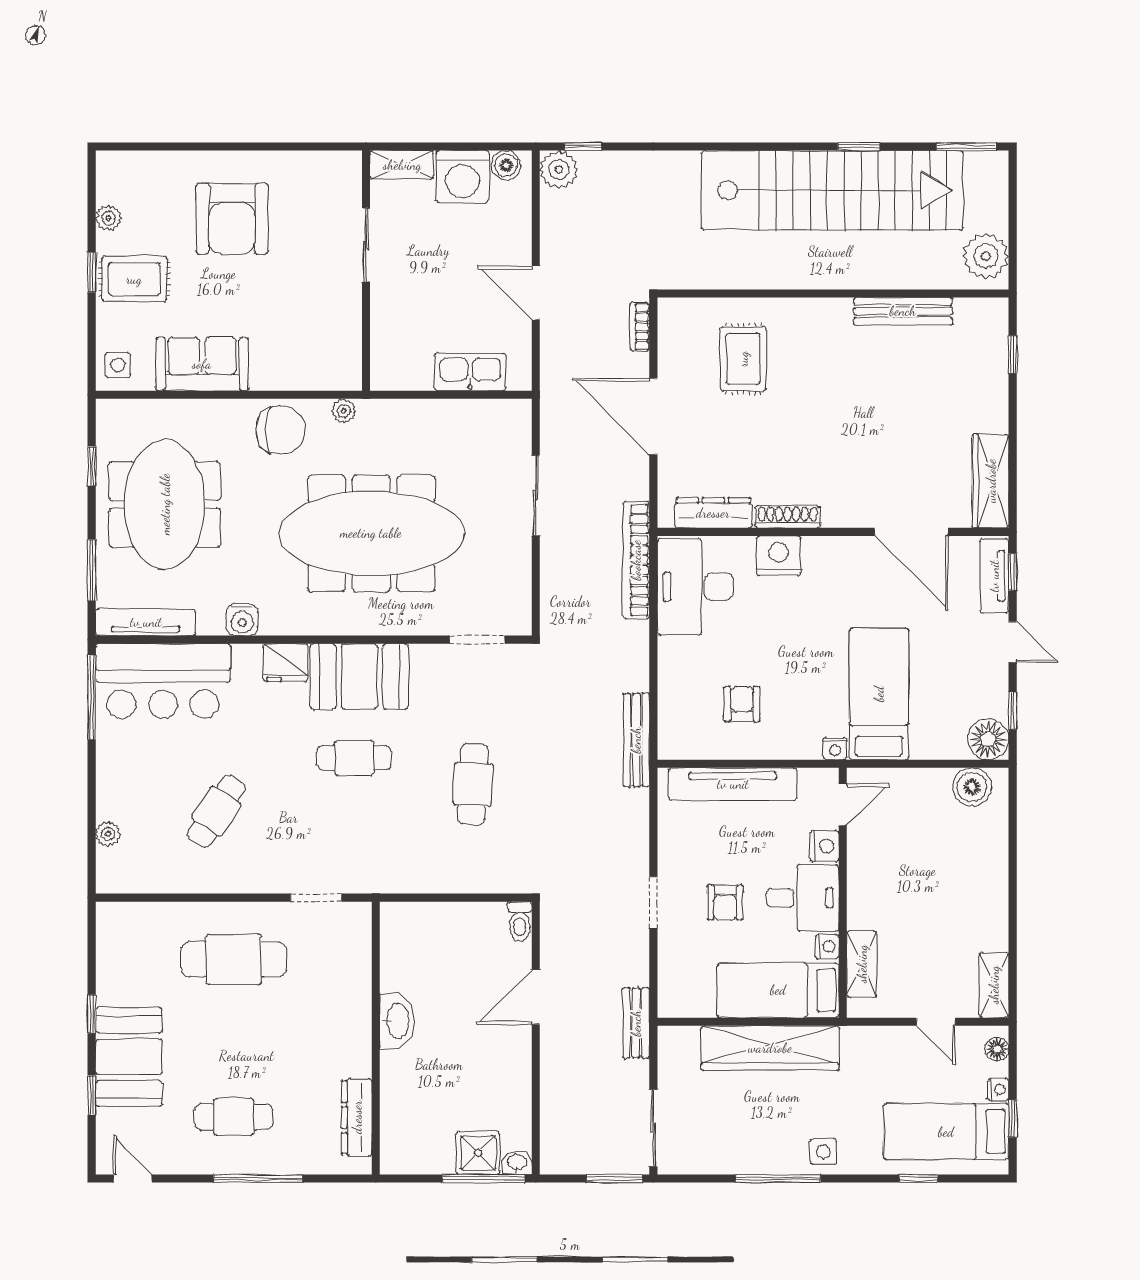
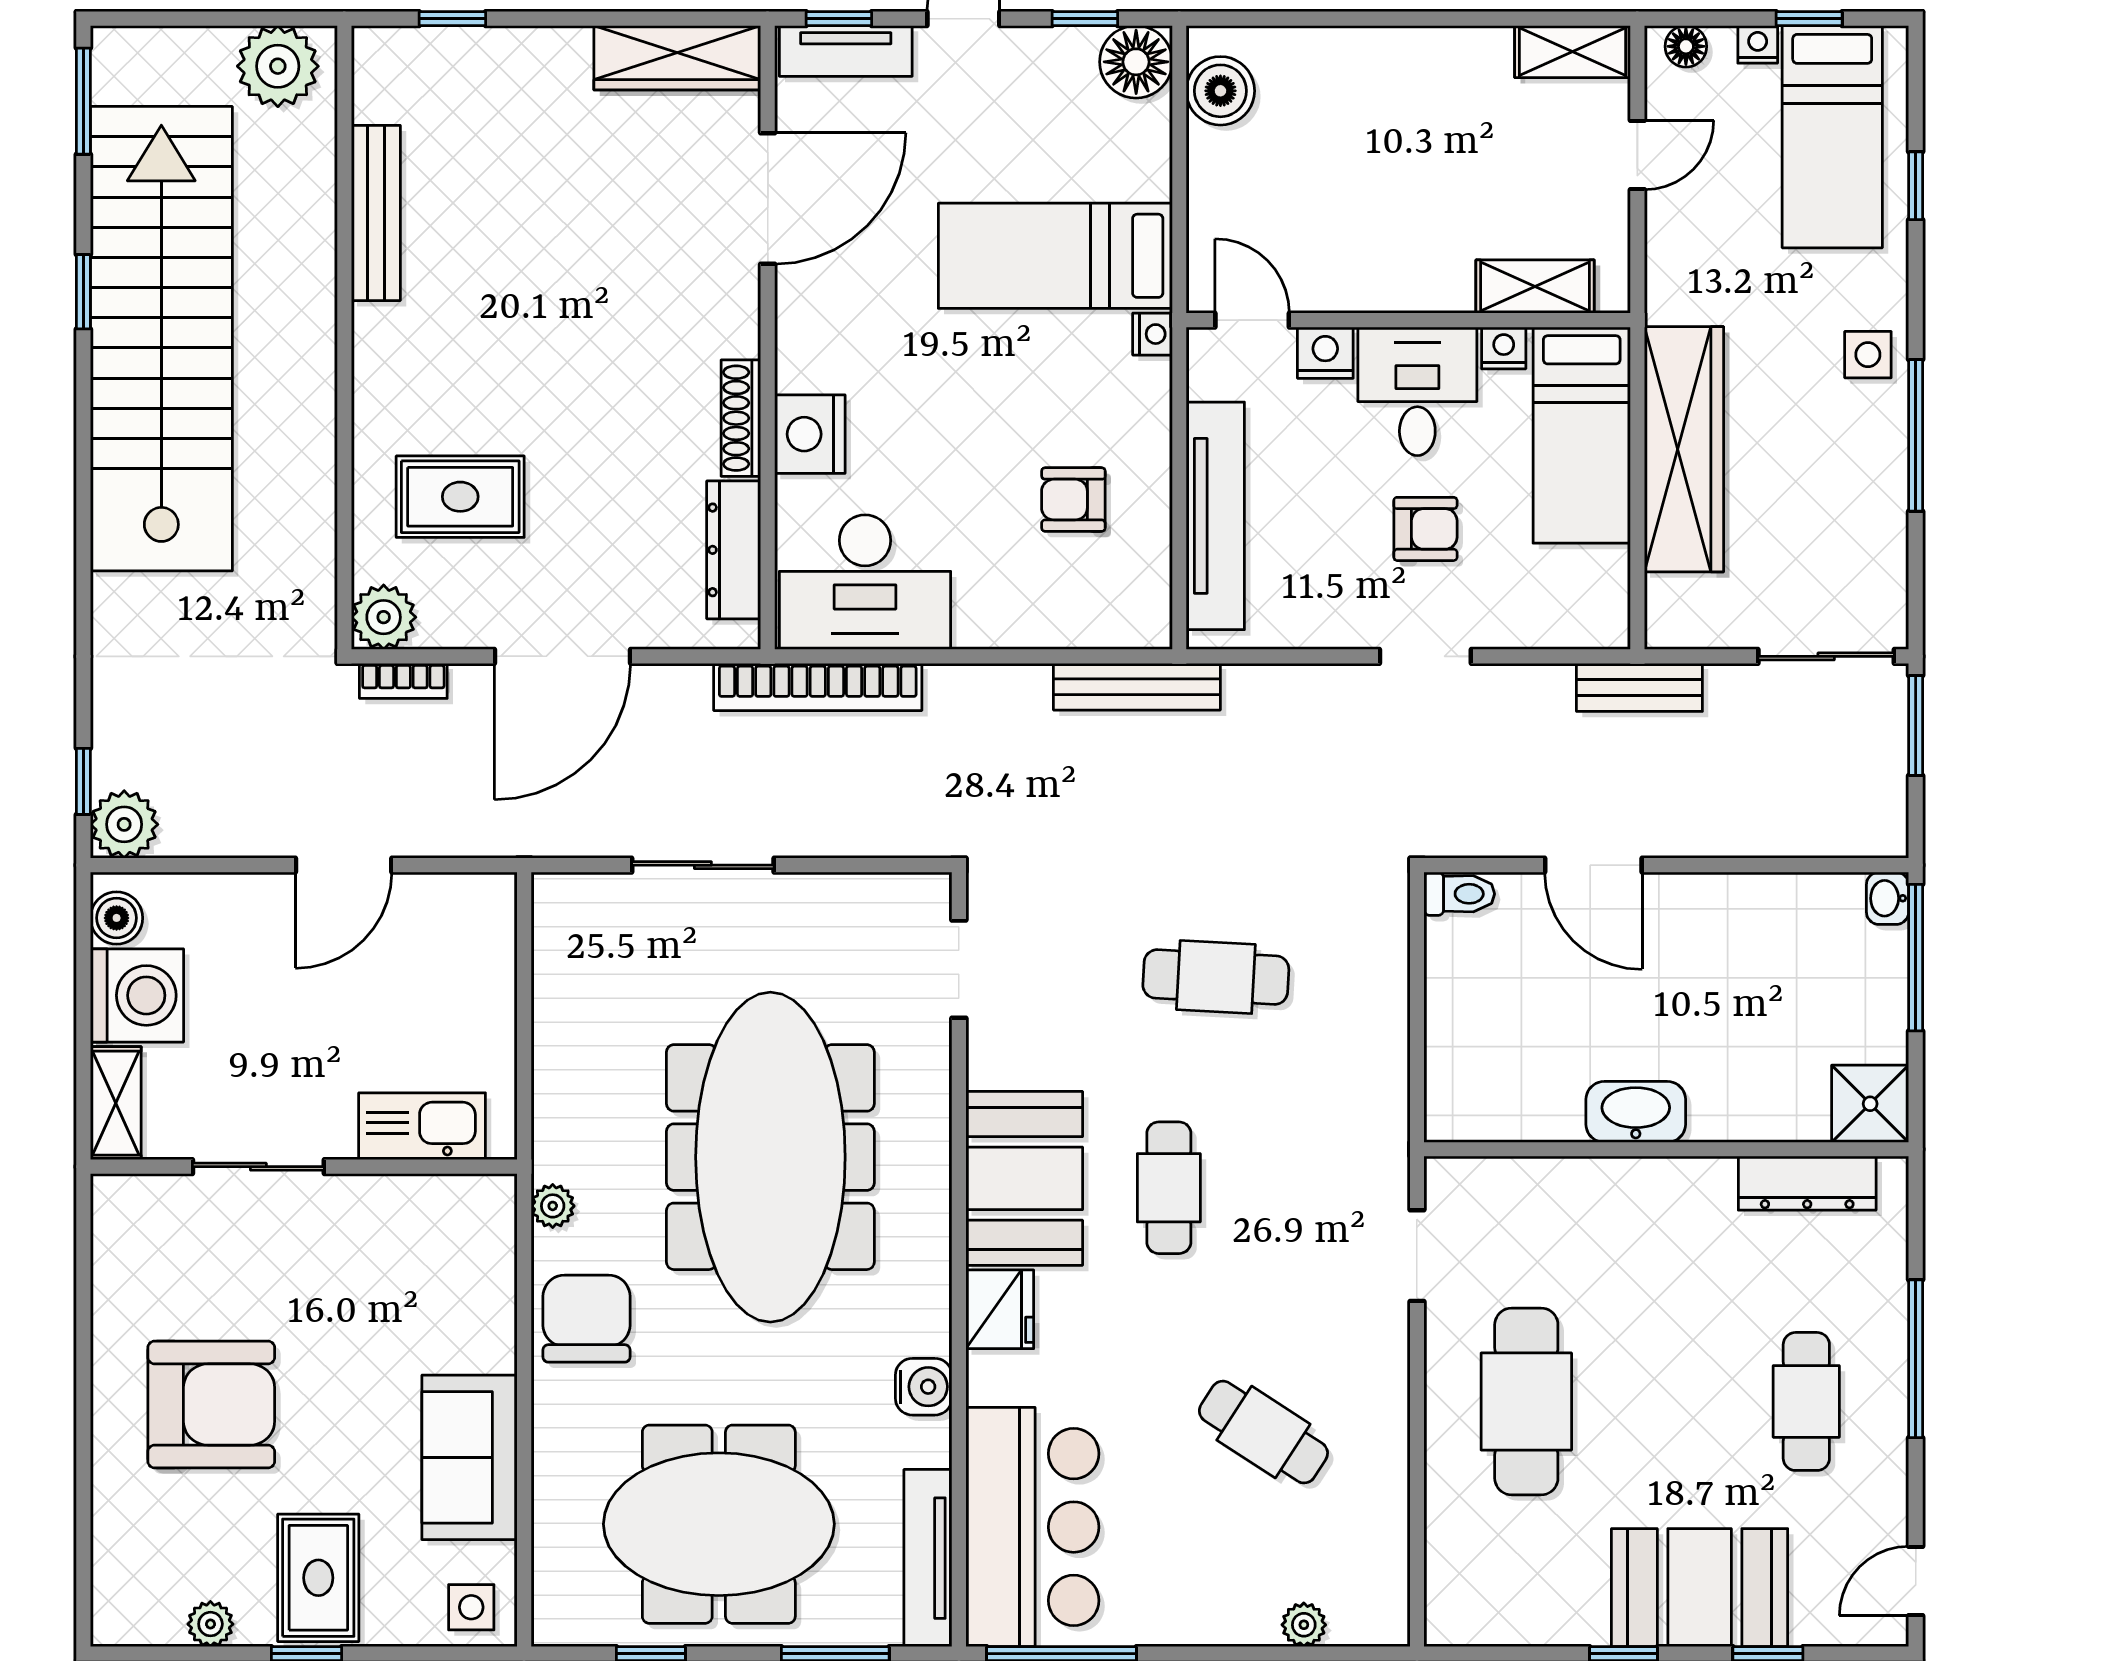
plant: (675, 316) -> (384, 617), added
kitchen sink: (470, 372) -> (422, 1126), moved, turned 90
shower: (478, 1153) -> (1870, 1104), moved

